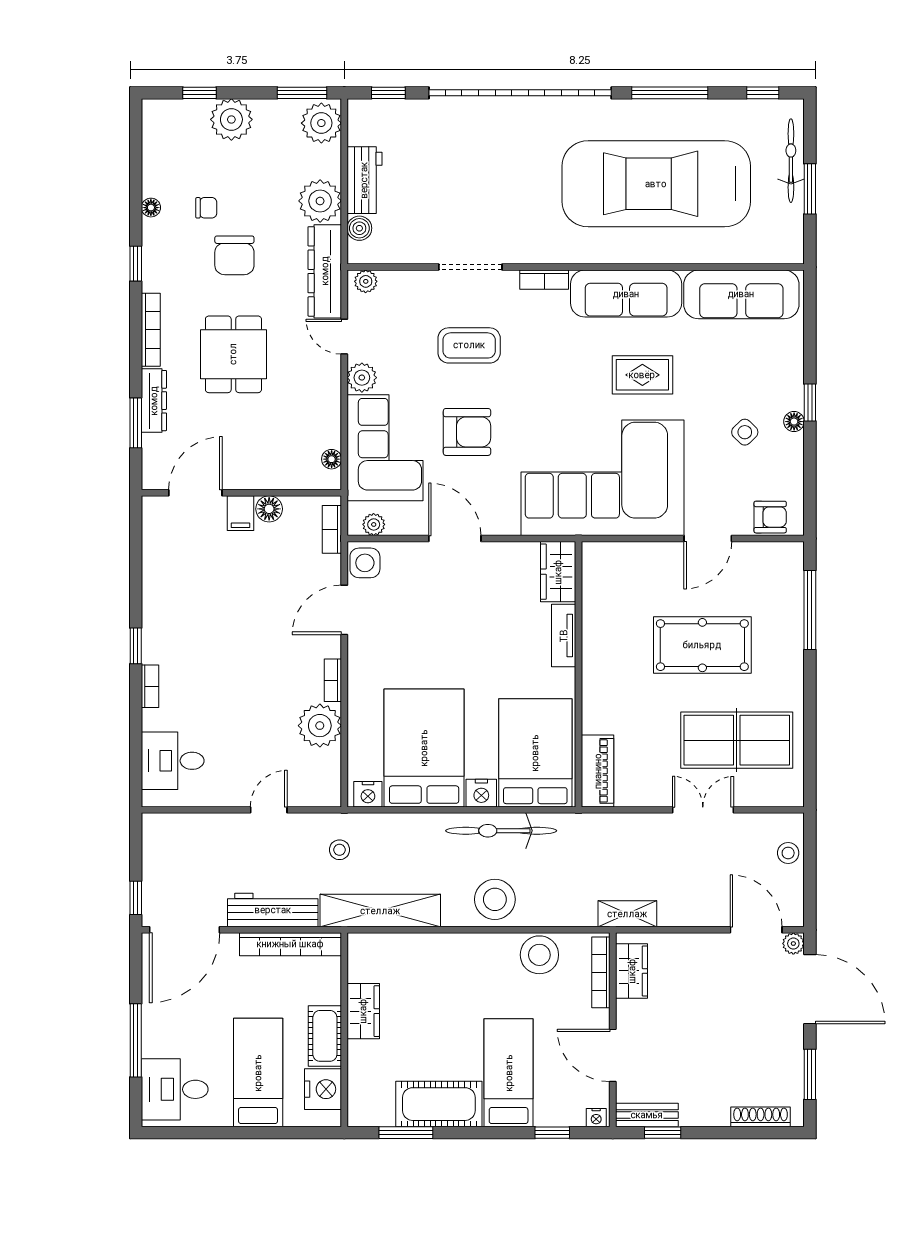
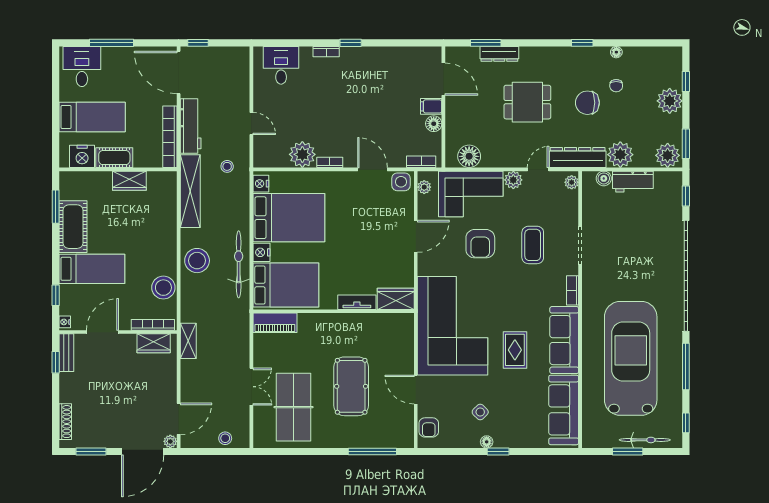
bookcase: (151, 330) -> (542, 52), removed
floor lamp: (332, 459) -> (469, 156), width x1.89, depth x1.89

